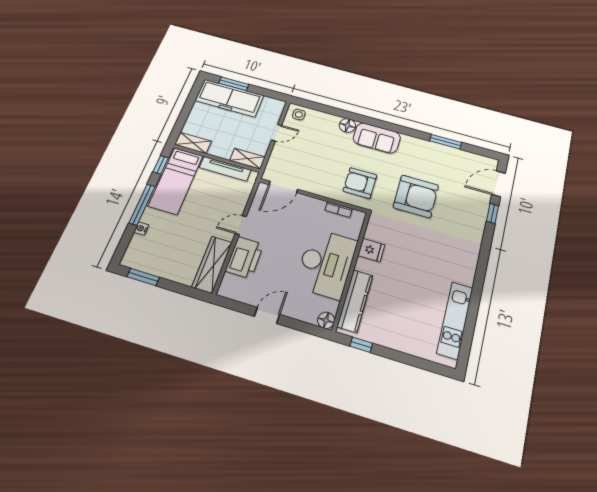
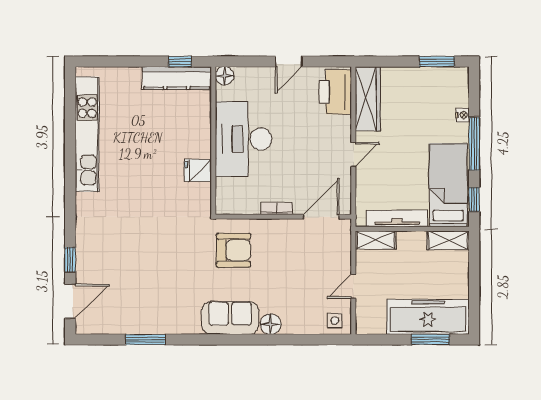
armchair: (416, 196) -> (164, 254), removed
bookcase: (339, 209) -> (277, 209), moved
printer: (245, 257) -> (335, 92), moved
kitchen counter: (355, 301) -> (177, 78), moved, turned -90
kitchen unit: (455, 320) -> (87, 134), width x1.36

